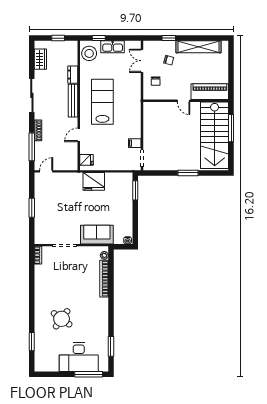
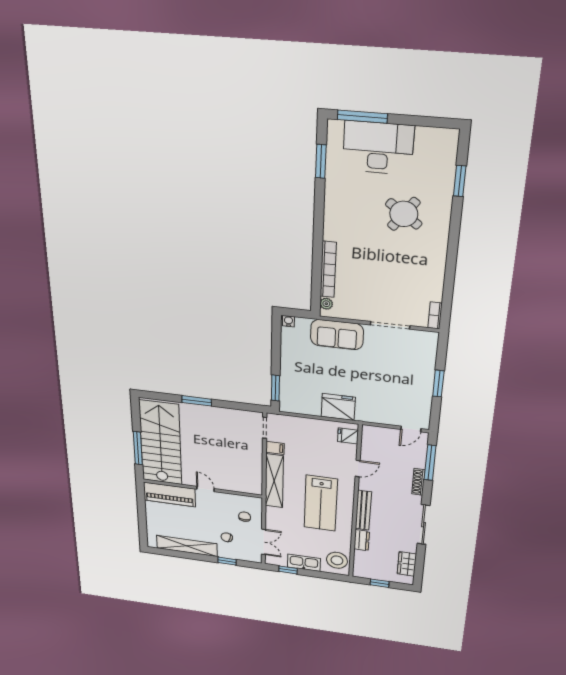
window: (99, 38) -> (288, 570), moved
shelving: (135, 116) -> (274, 481), added

